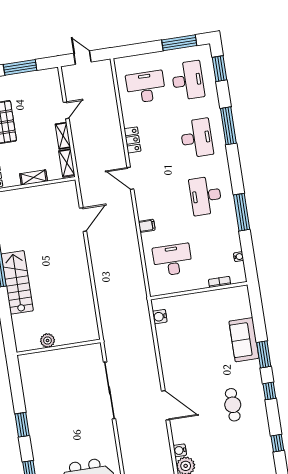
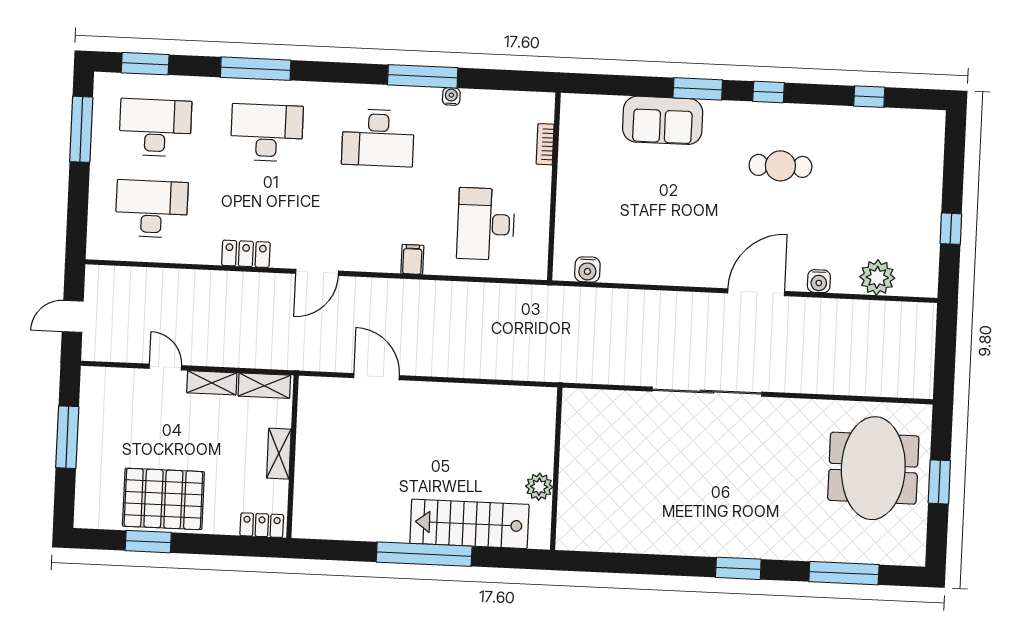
desk: (146, 87) -> (152, 209), turned 90
water cooler: (239, 257) -> (451, 96), moved
plant: (47, 341) -> (539, 487), moved
wall: (59, 347) -> (556, 469), moved
water cooler: (180, 450) -> (819, 281), moved

